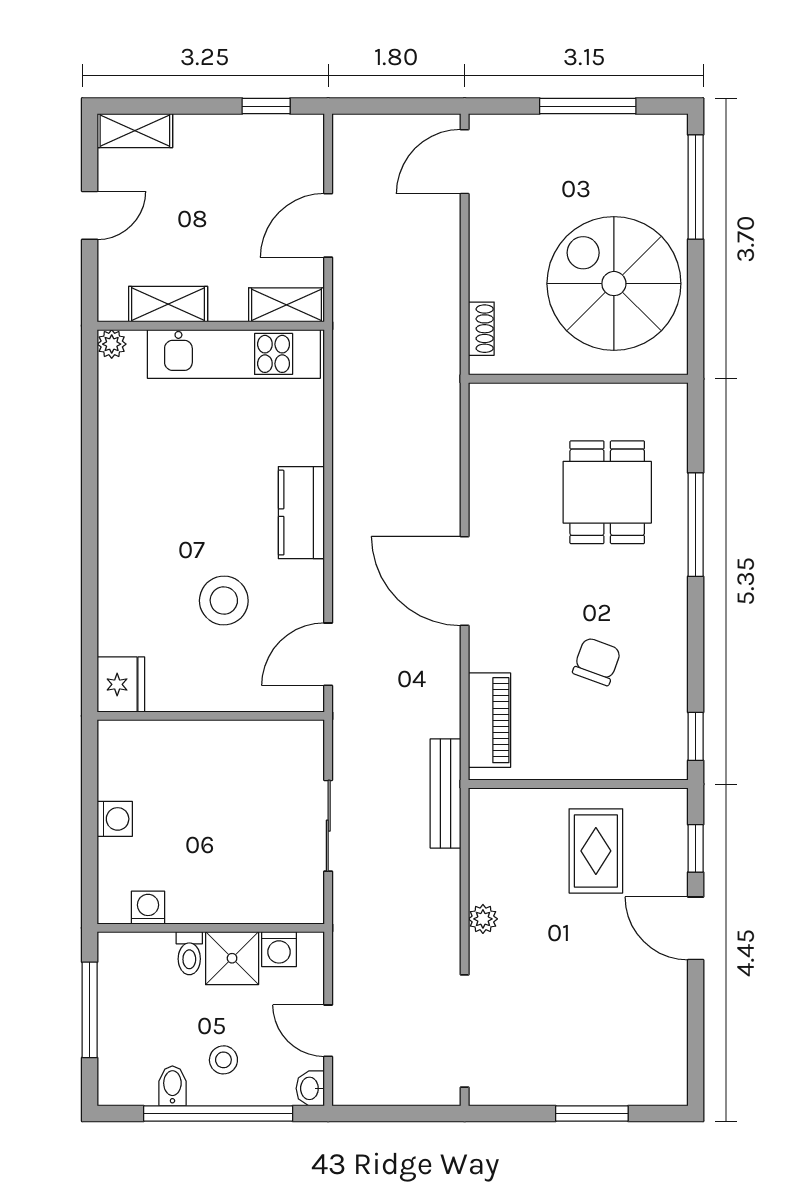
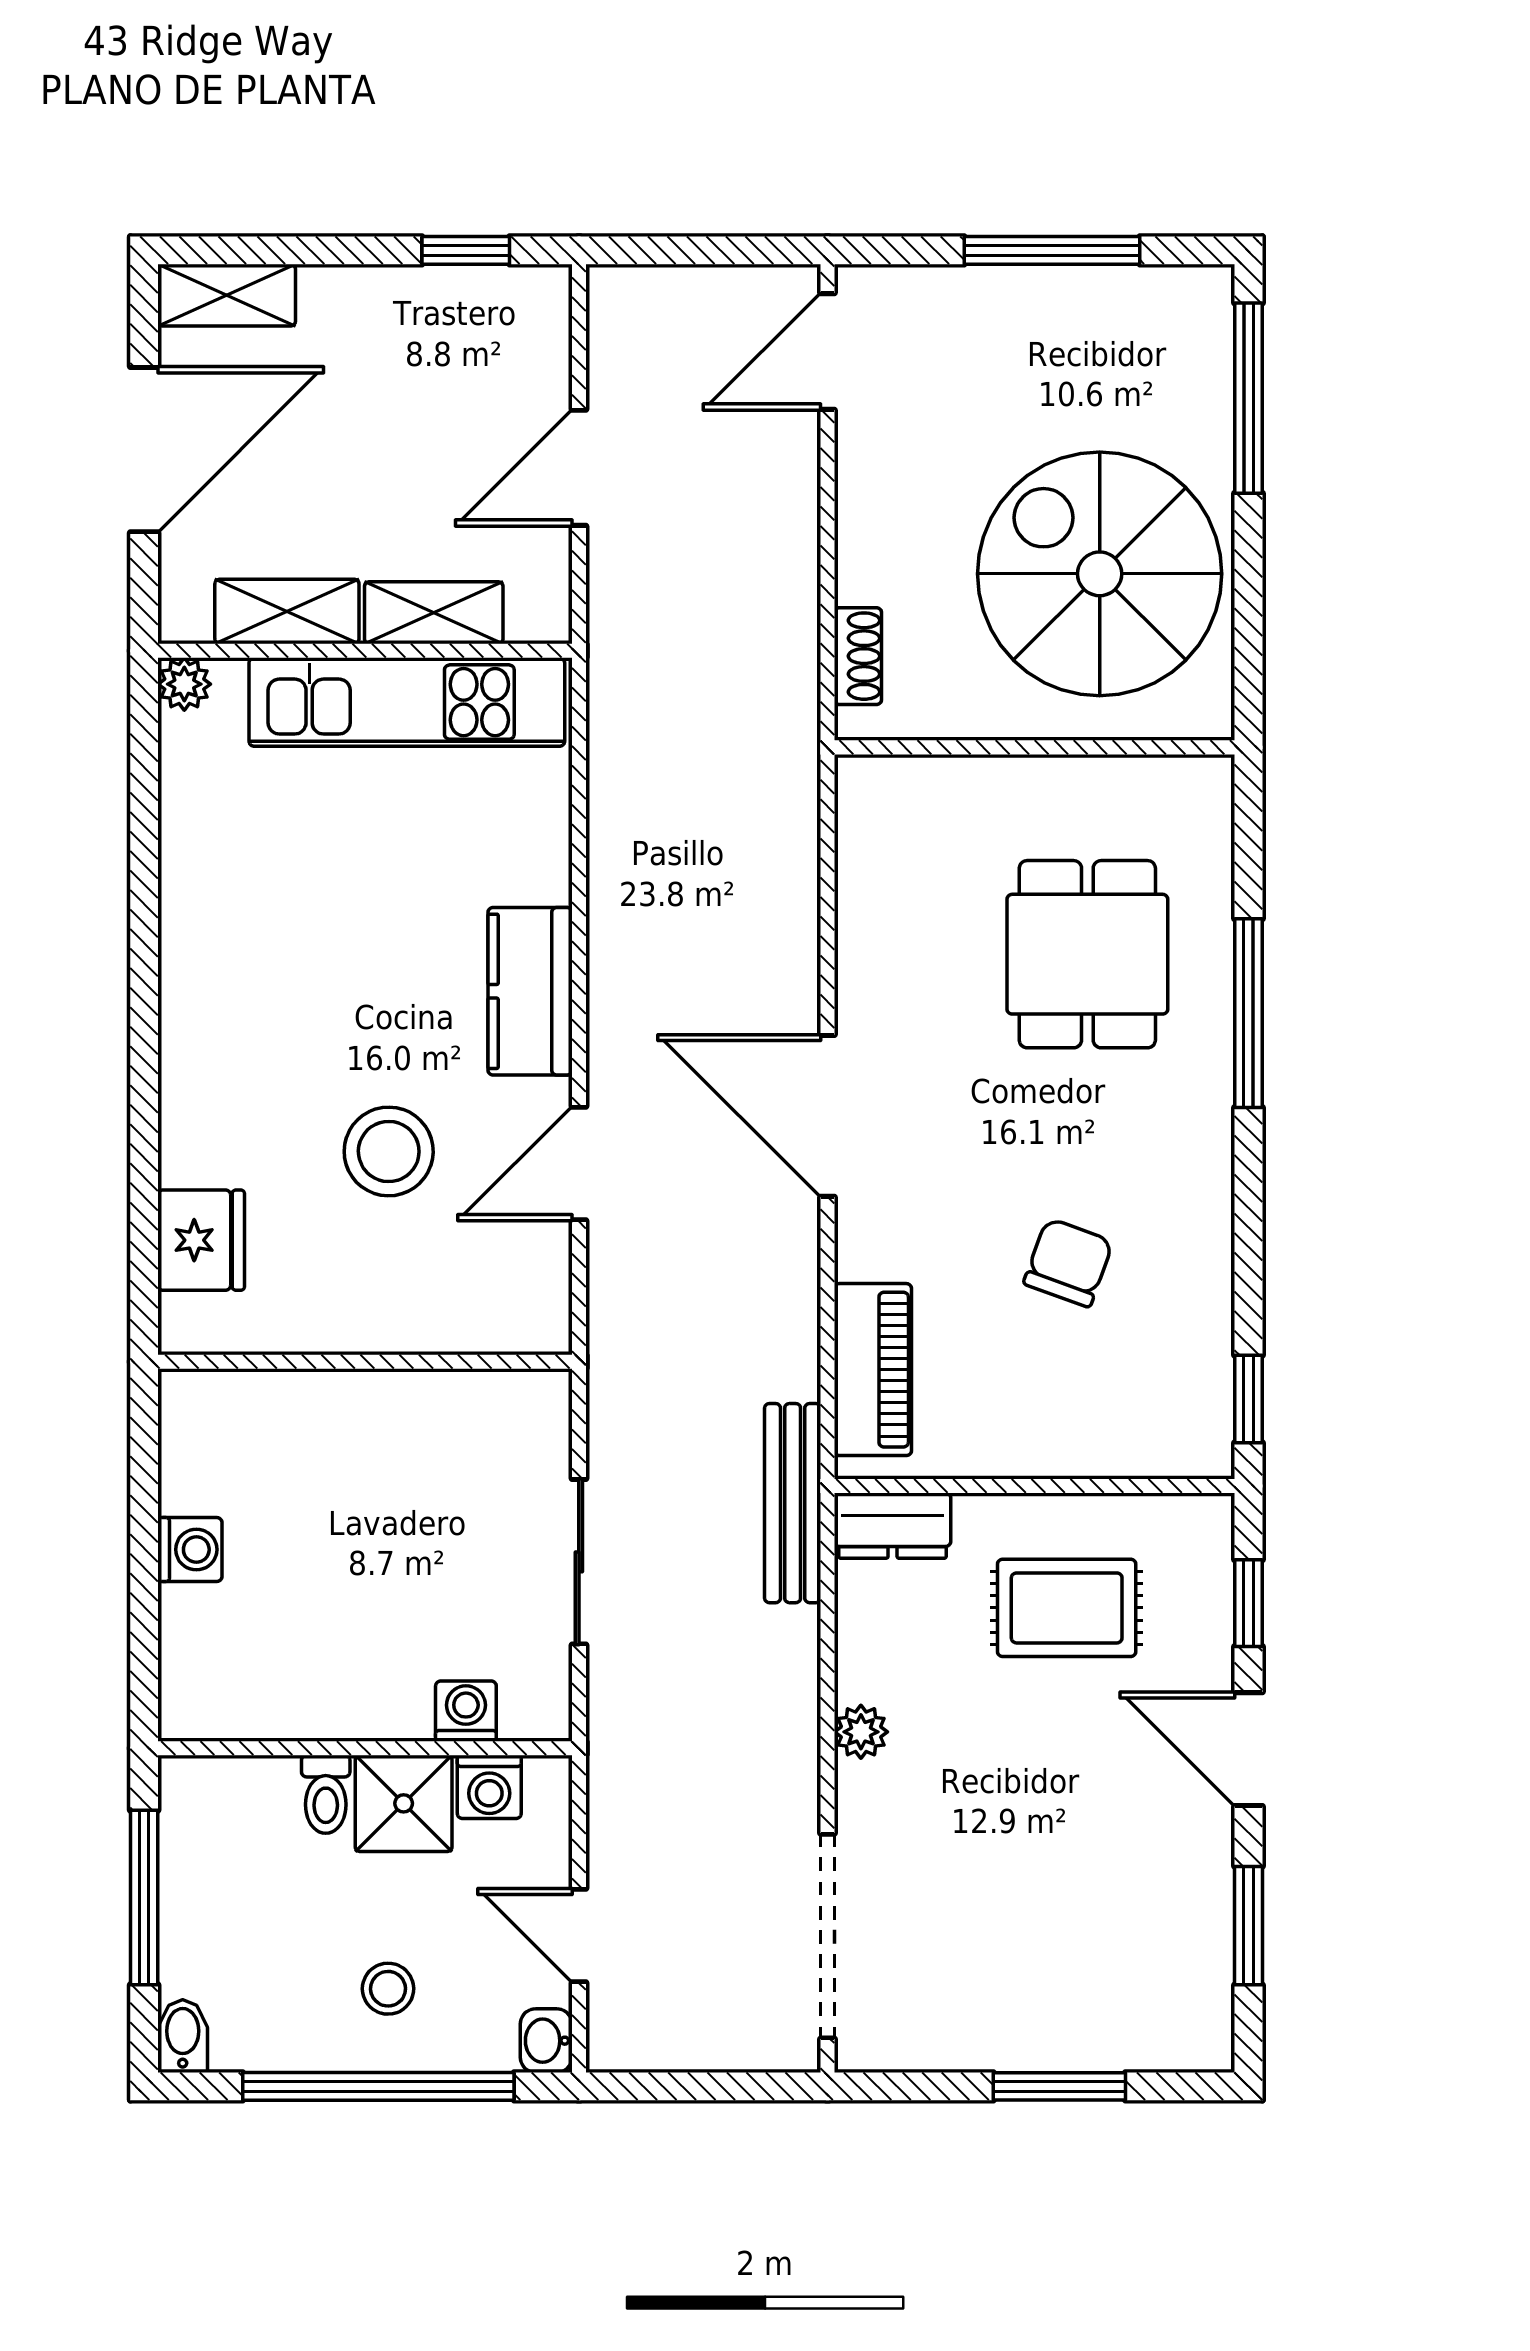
door: (90, 215) -> (144, 450), width x1.88
shelving: (286, 305) -> (434, 613), moved
door: (328, 654) -> (579, 1164), moved
fridge: (121, 684) -> (201, 1240), moved
dresser: (500, 806) -> (893, 1526), added
rug: (596, 851) -> (1067, 1608), turned 90
washing machine: (148, 908) -> (466, 1711), moved
window: (696, 1025) -> (1248, 1926), added
bidet: (172, 1086) -> (183, 2036), moved

